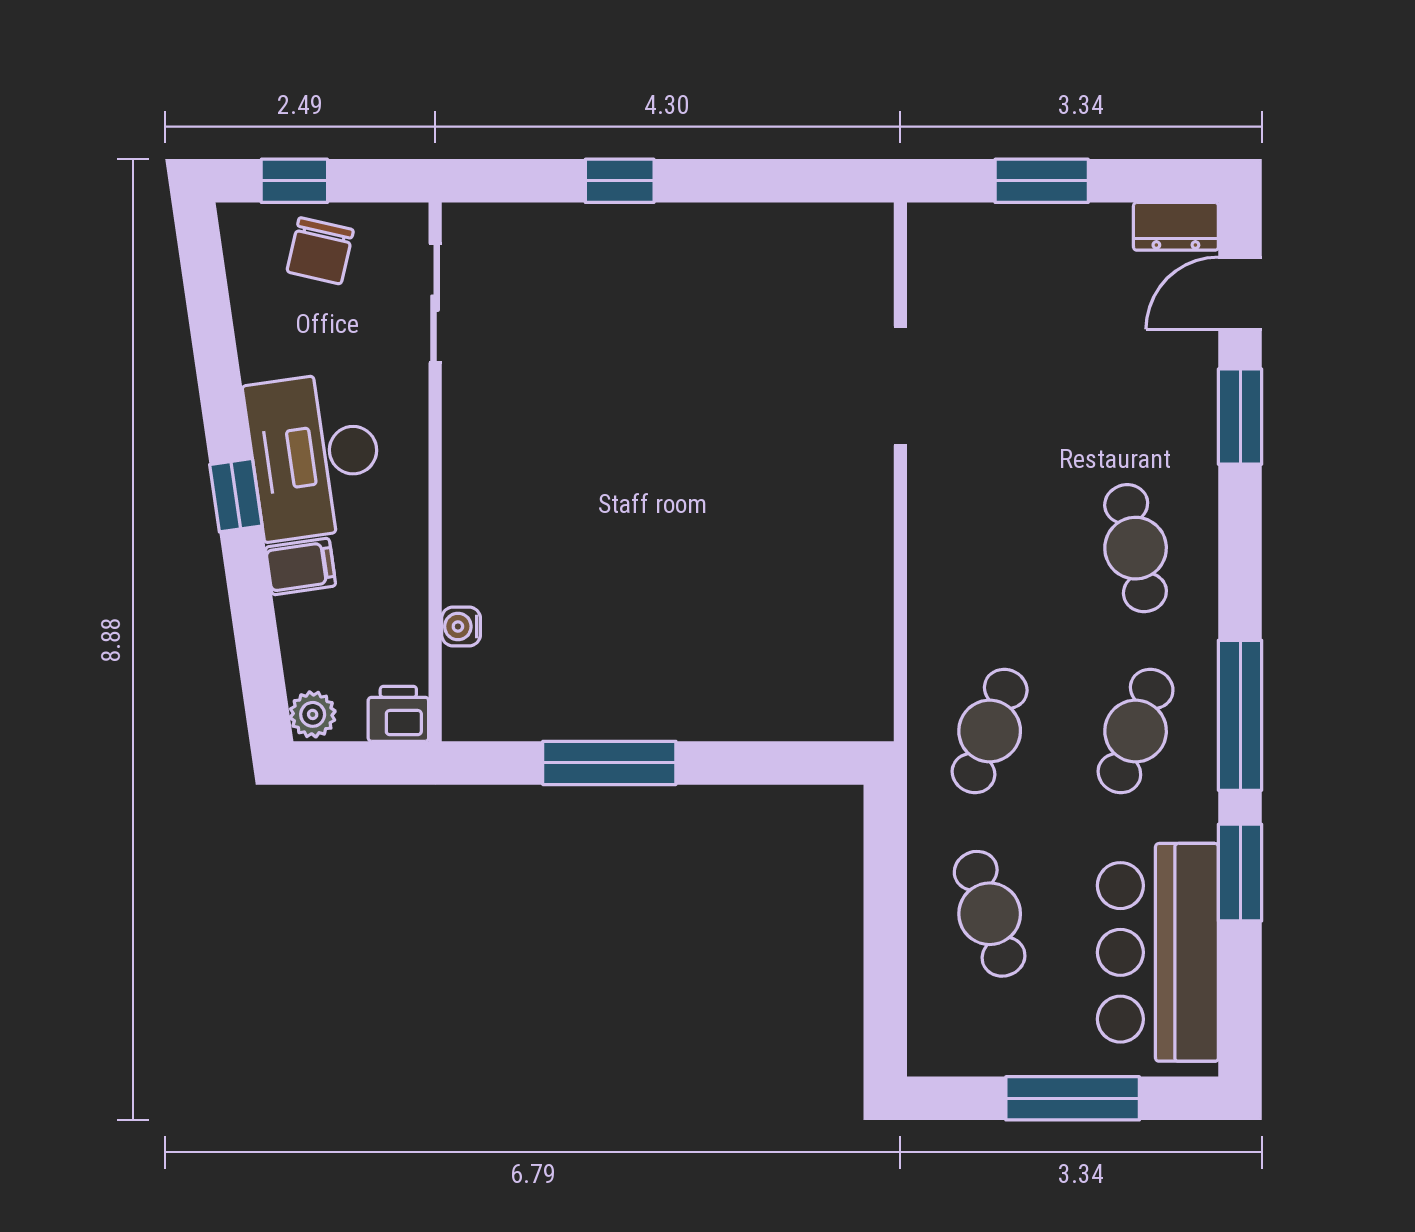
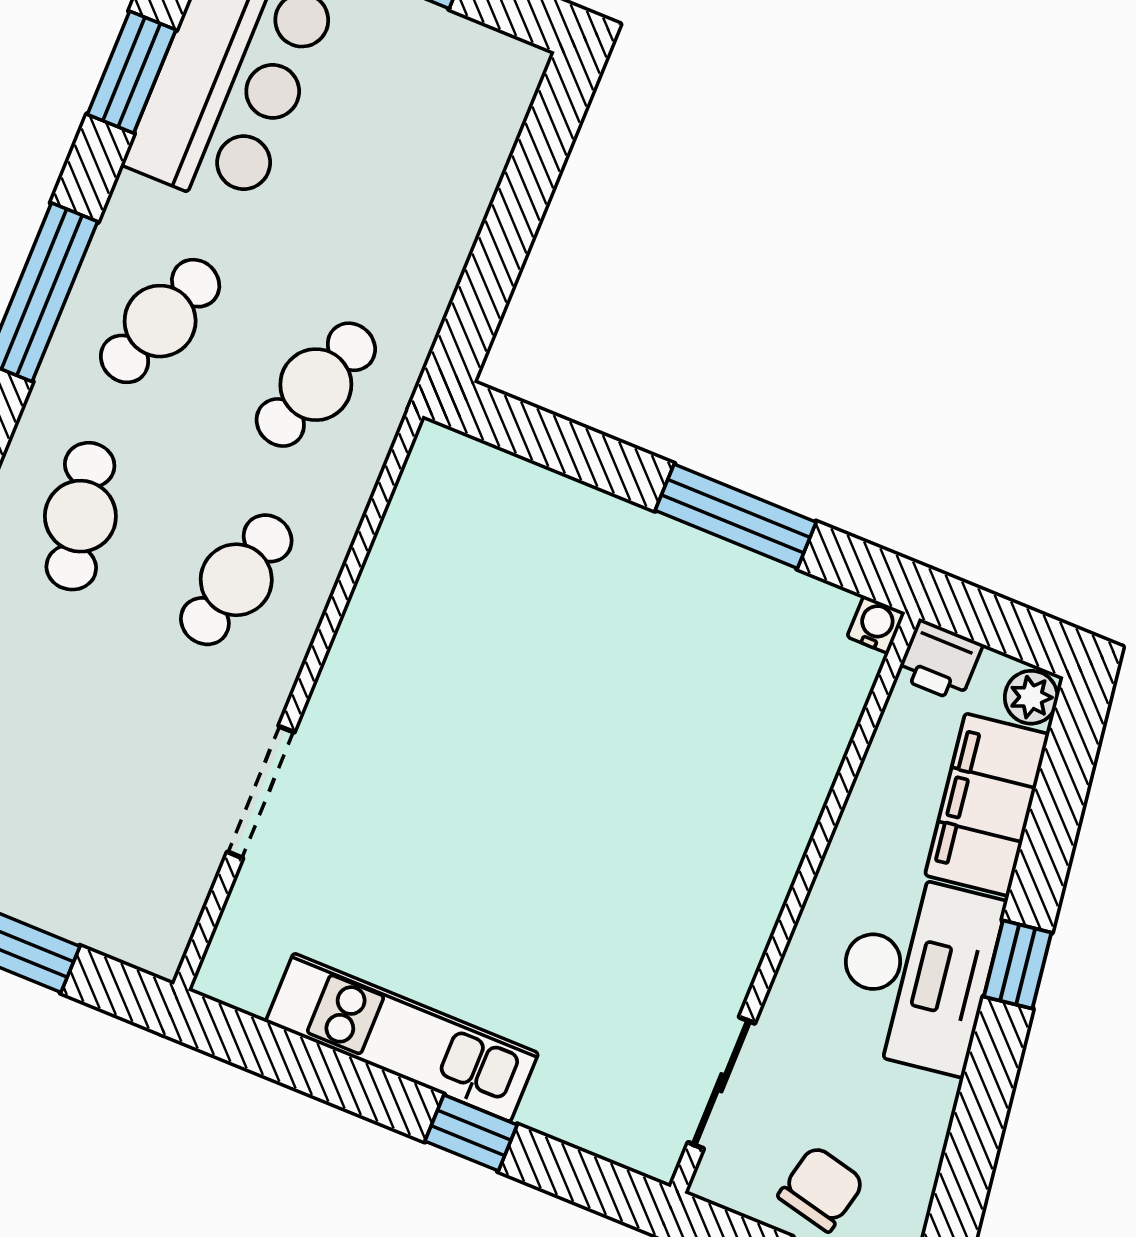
kitchen unit: (706, 235) -> (402, 1037), added
filing cabinet: (301, 566) -> (987, 805), width x3.00, depth x1.17
water cooler: (461, 626) -> (876, 625), moved, turned -90
window: (1240, 873) -> (132, 72), moved
cafe table: (990, 914) -> (236, 580), moved, turned 33

